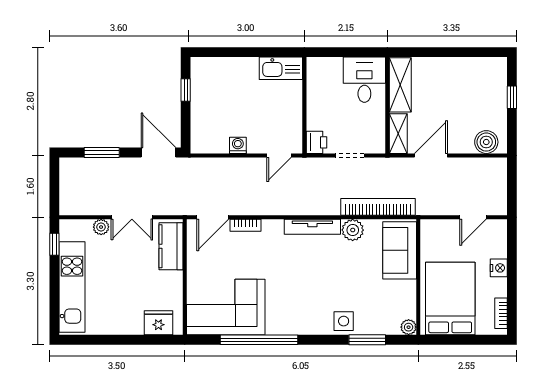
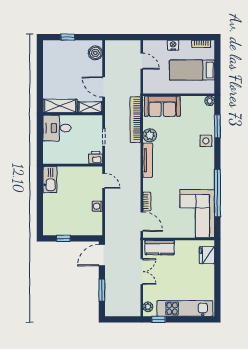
plant: (101, 227) -> (148, 307), moved
bed: (450, 299) -> (192, 70), width x0.67

